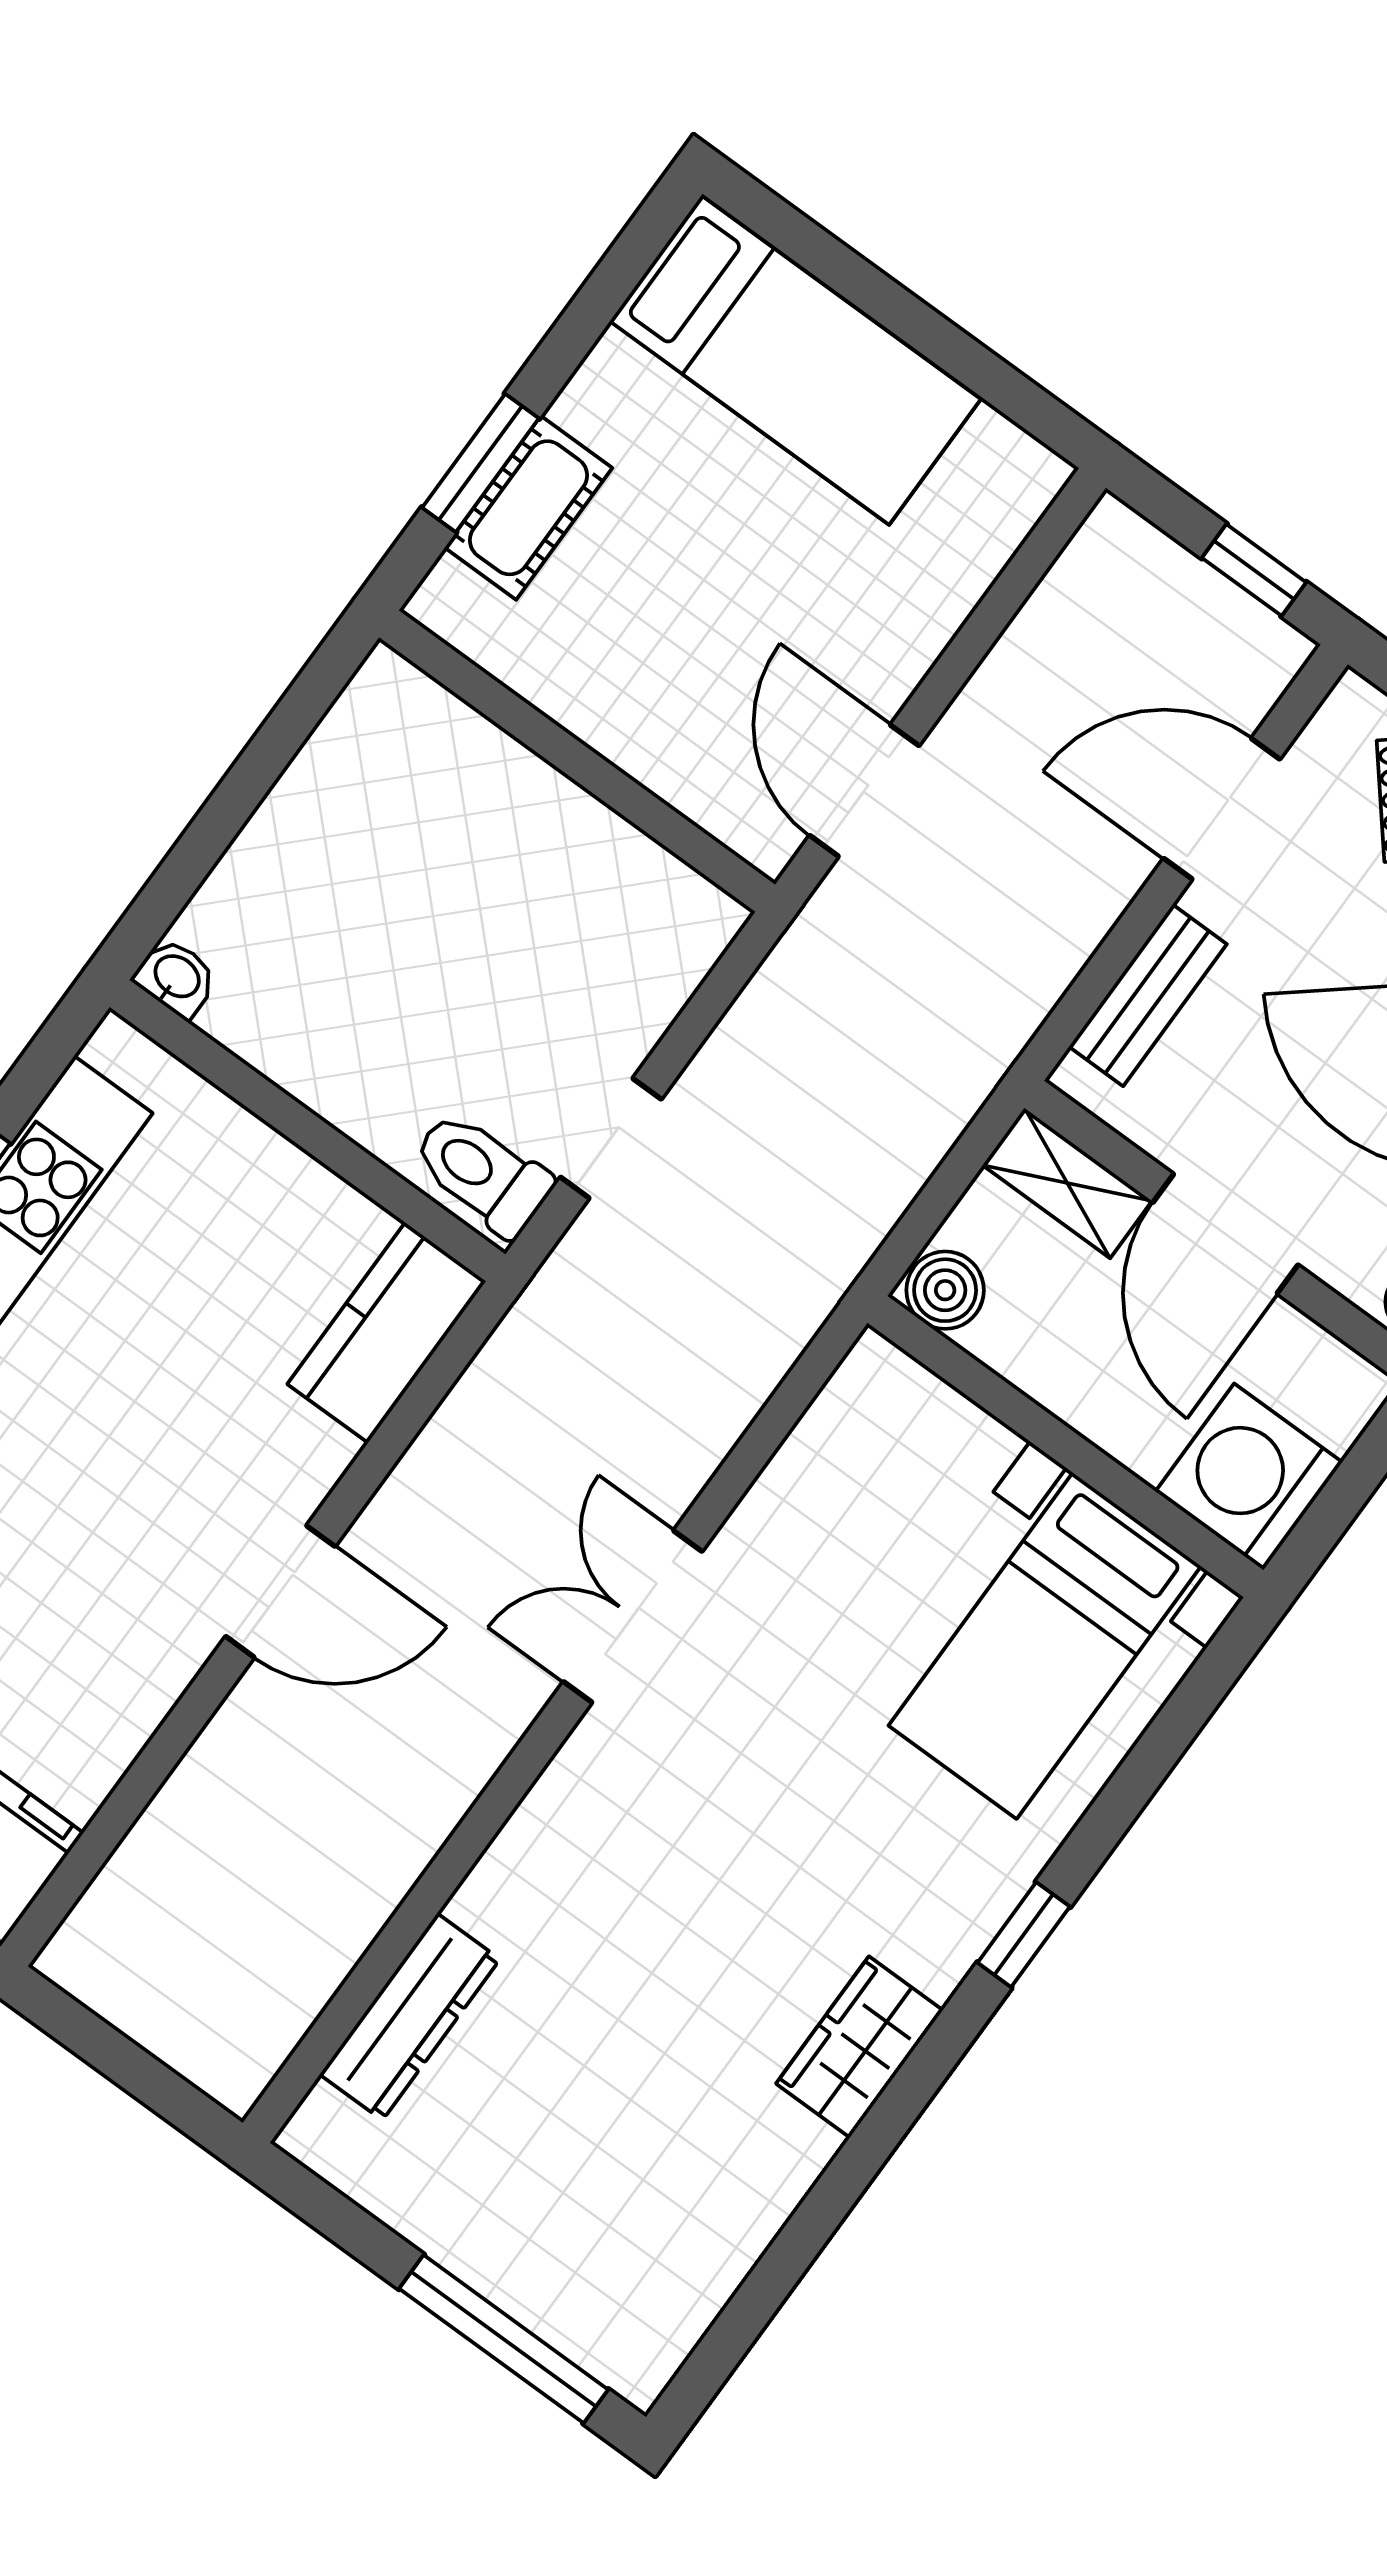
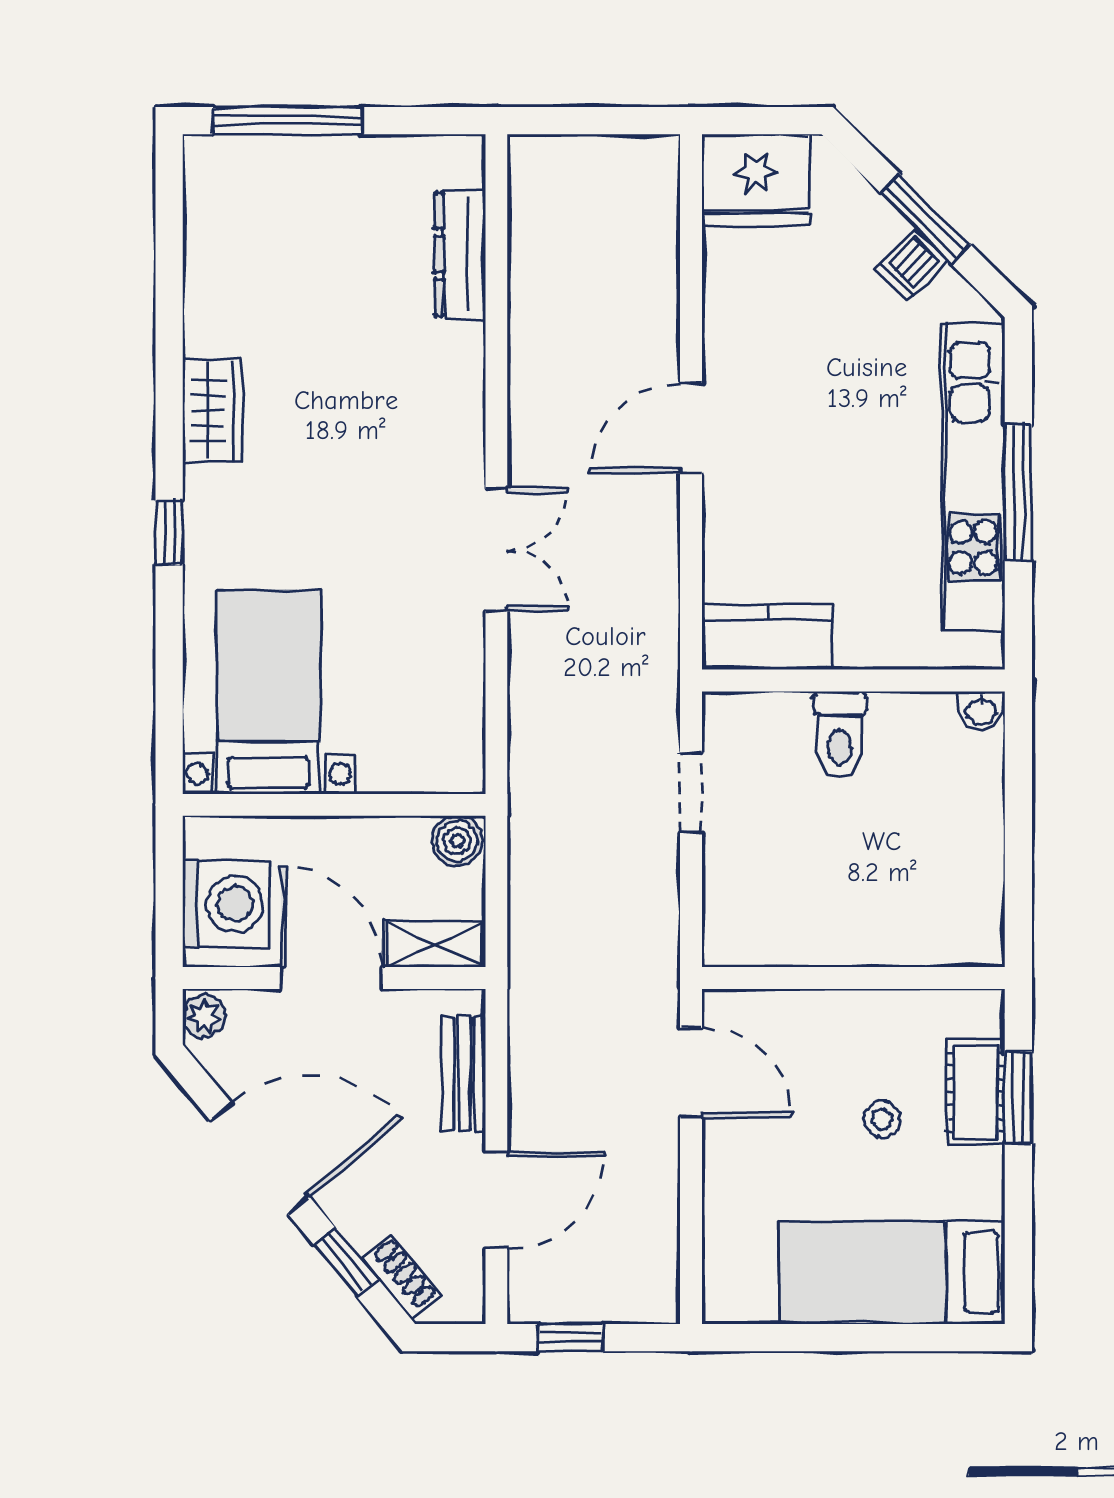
stool: (669, 559) -> (882, 1119), added
toilet: (482, 1173) -> (840, 735), moved, turned 90
kitchen counter: (387, 1333) -> (767, 637), moved, turned -90
washing machine: (1249, 1477) -> (226, 904), moved

